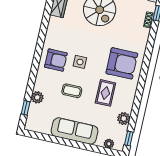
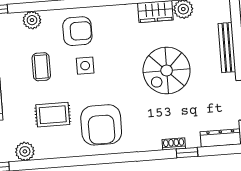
armchair: (56, 60) -> (77, 31), turned -90
plant: (37, 97) -> (32, 20), moved

